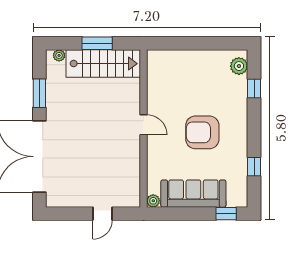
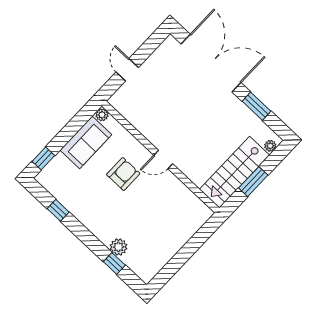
plant: (239, 66) -> (119, 247), moved
armchair: (202, 132) -> (123, 174), moved, width x0.73, depth x0.73
sofa: (193, 194) -> (86, 142), width x0.73

